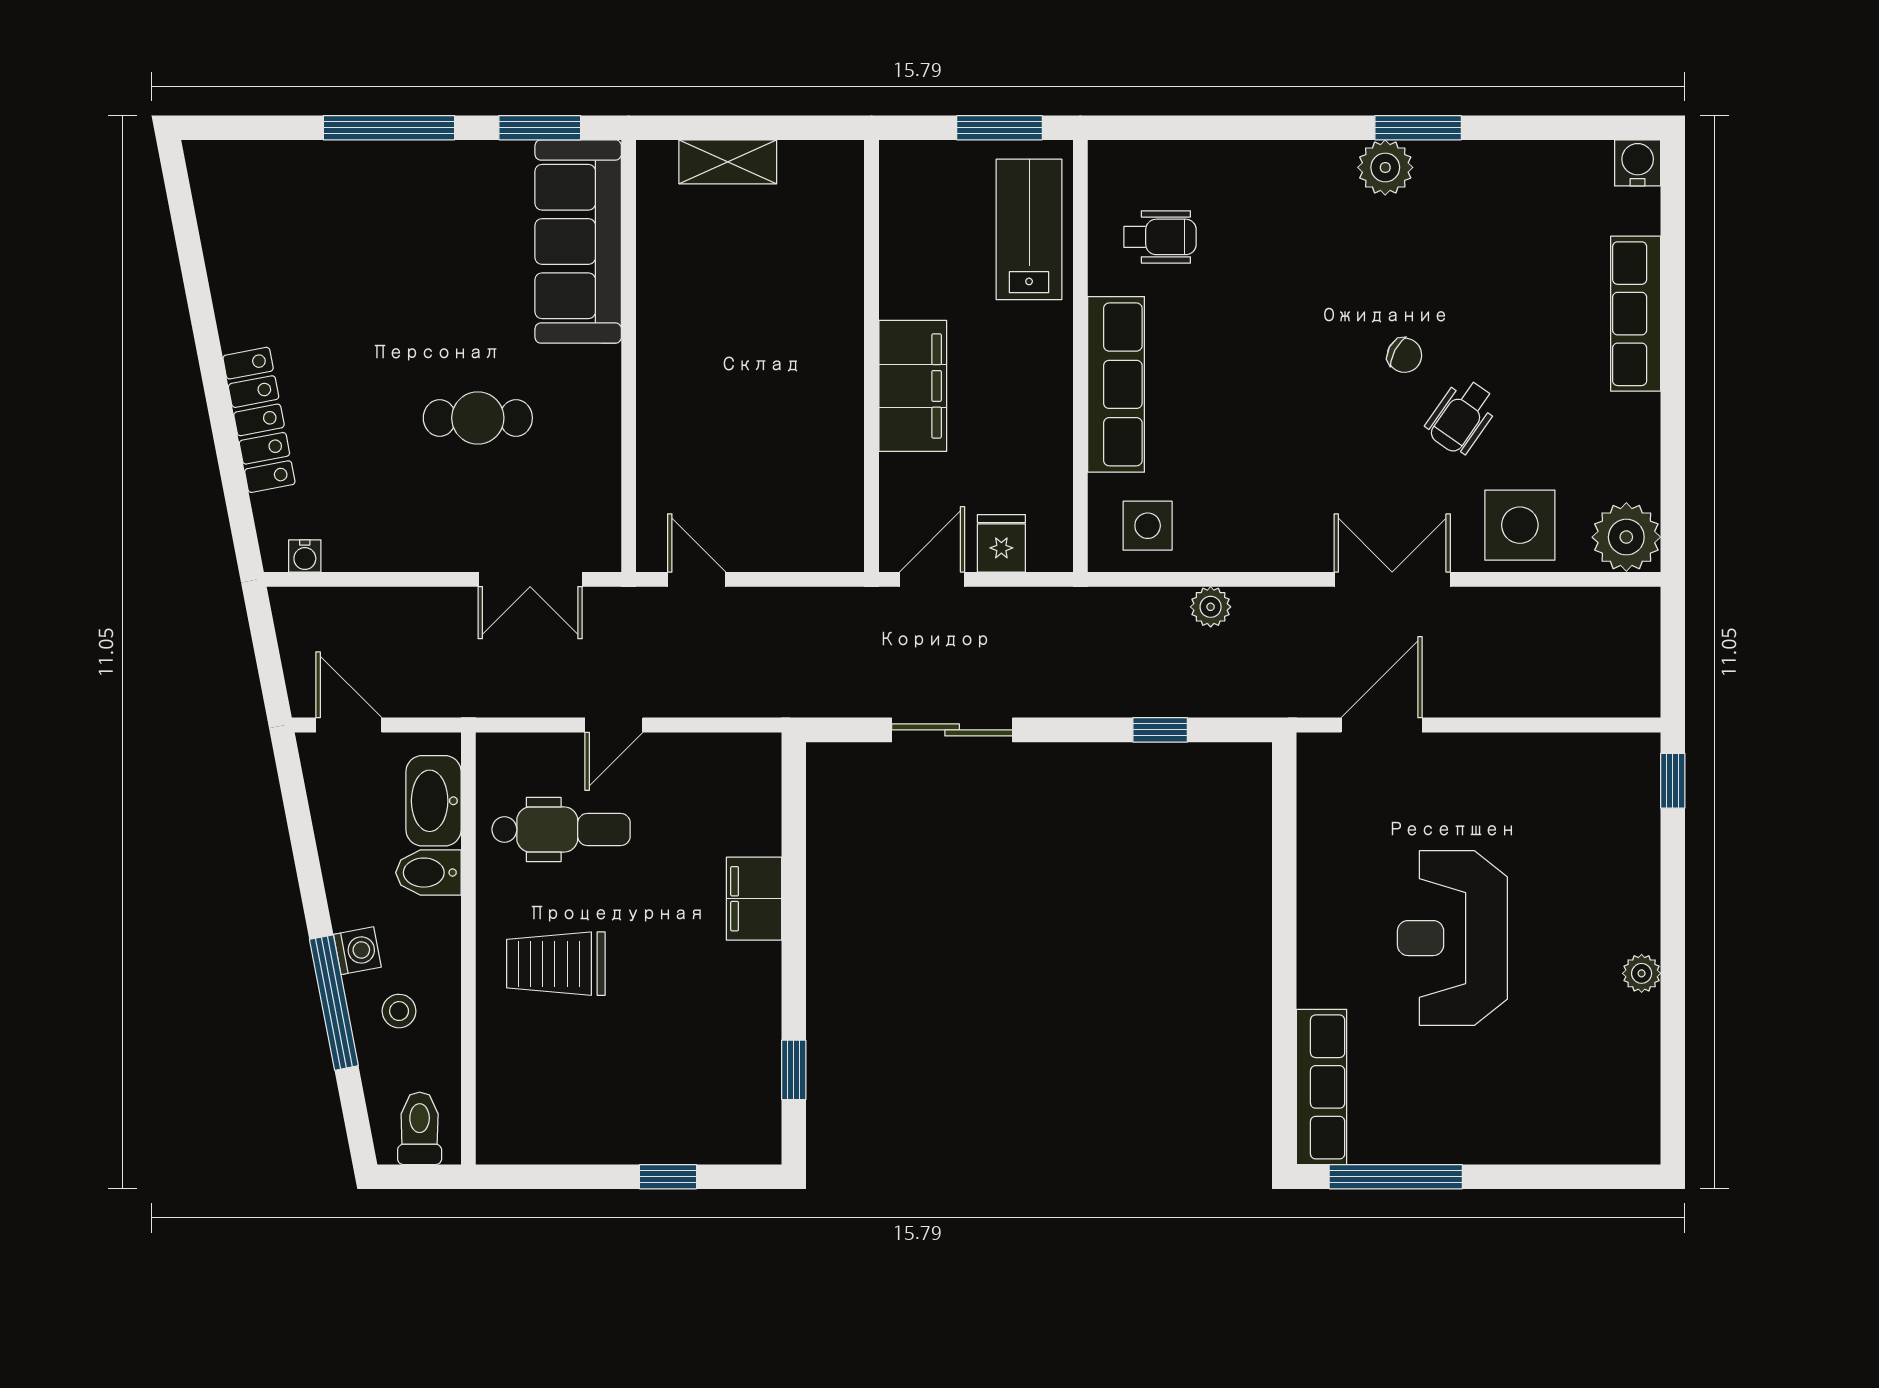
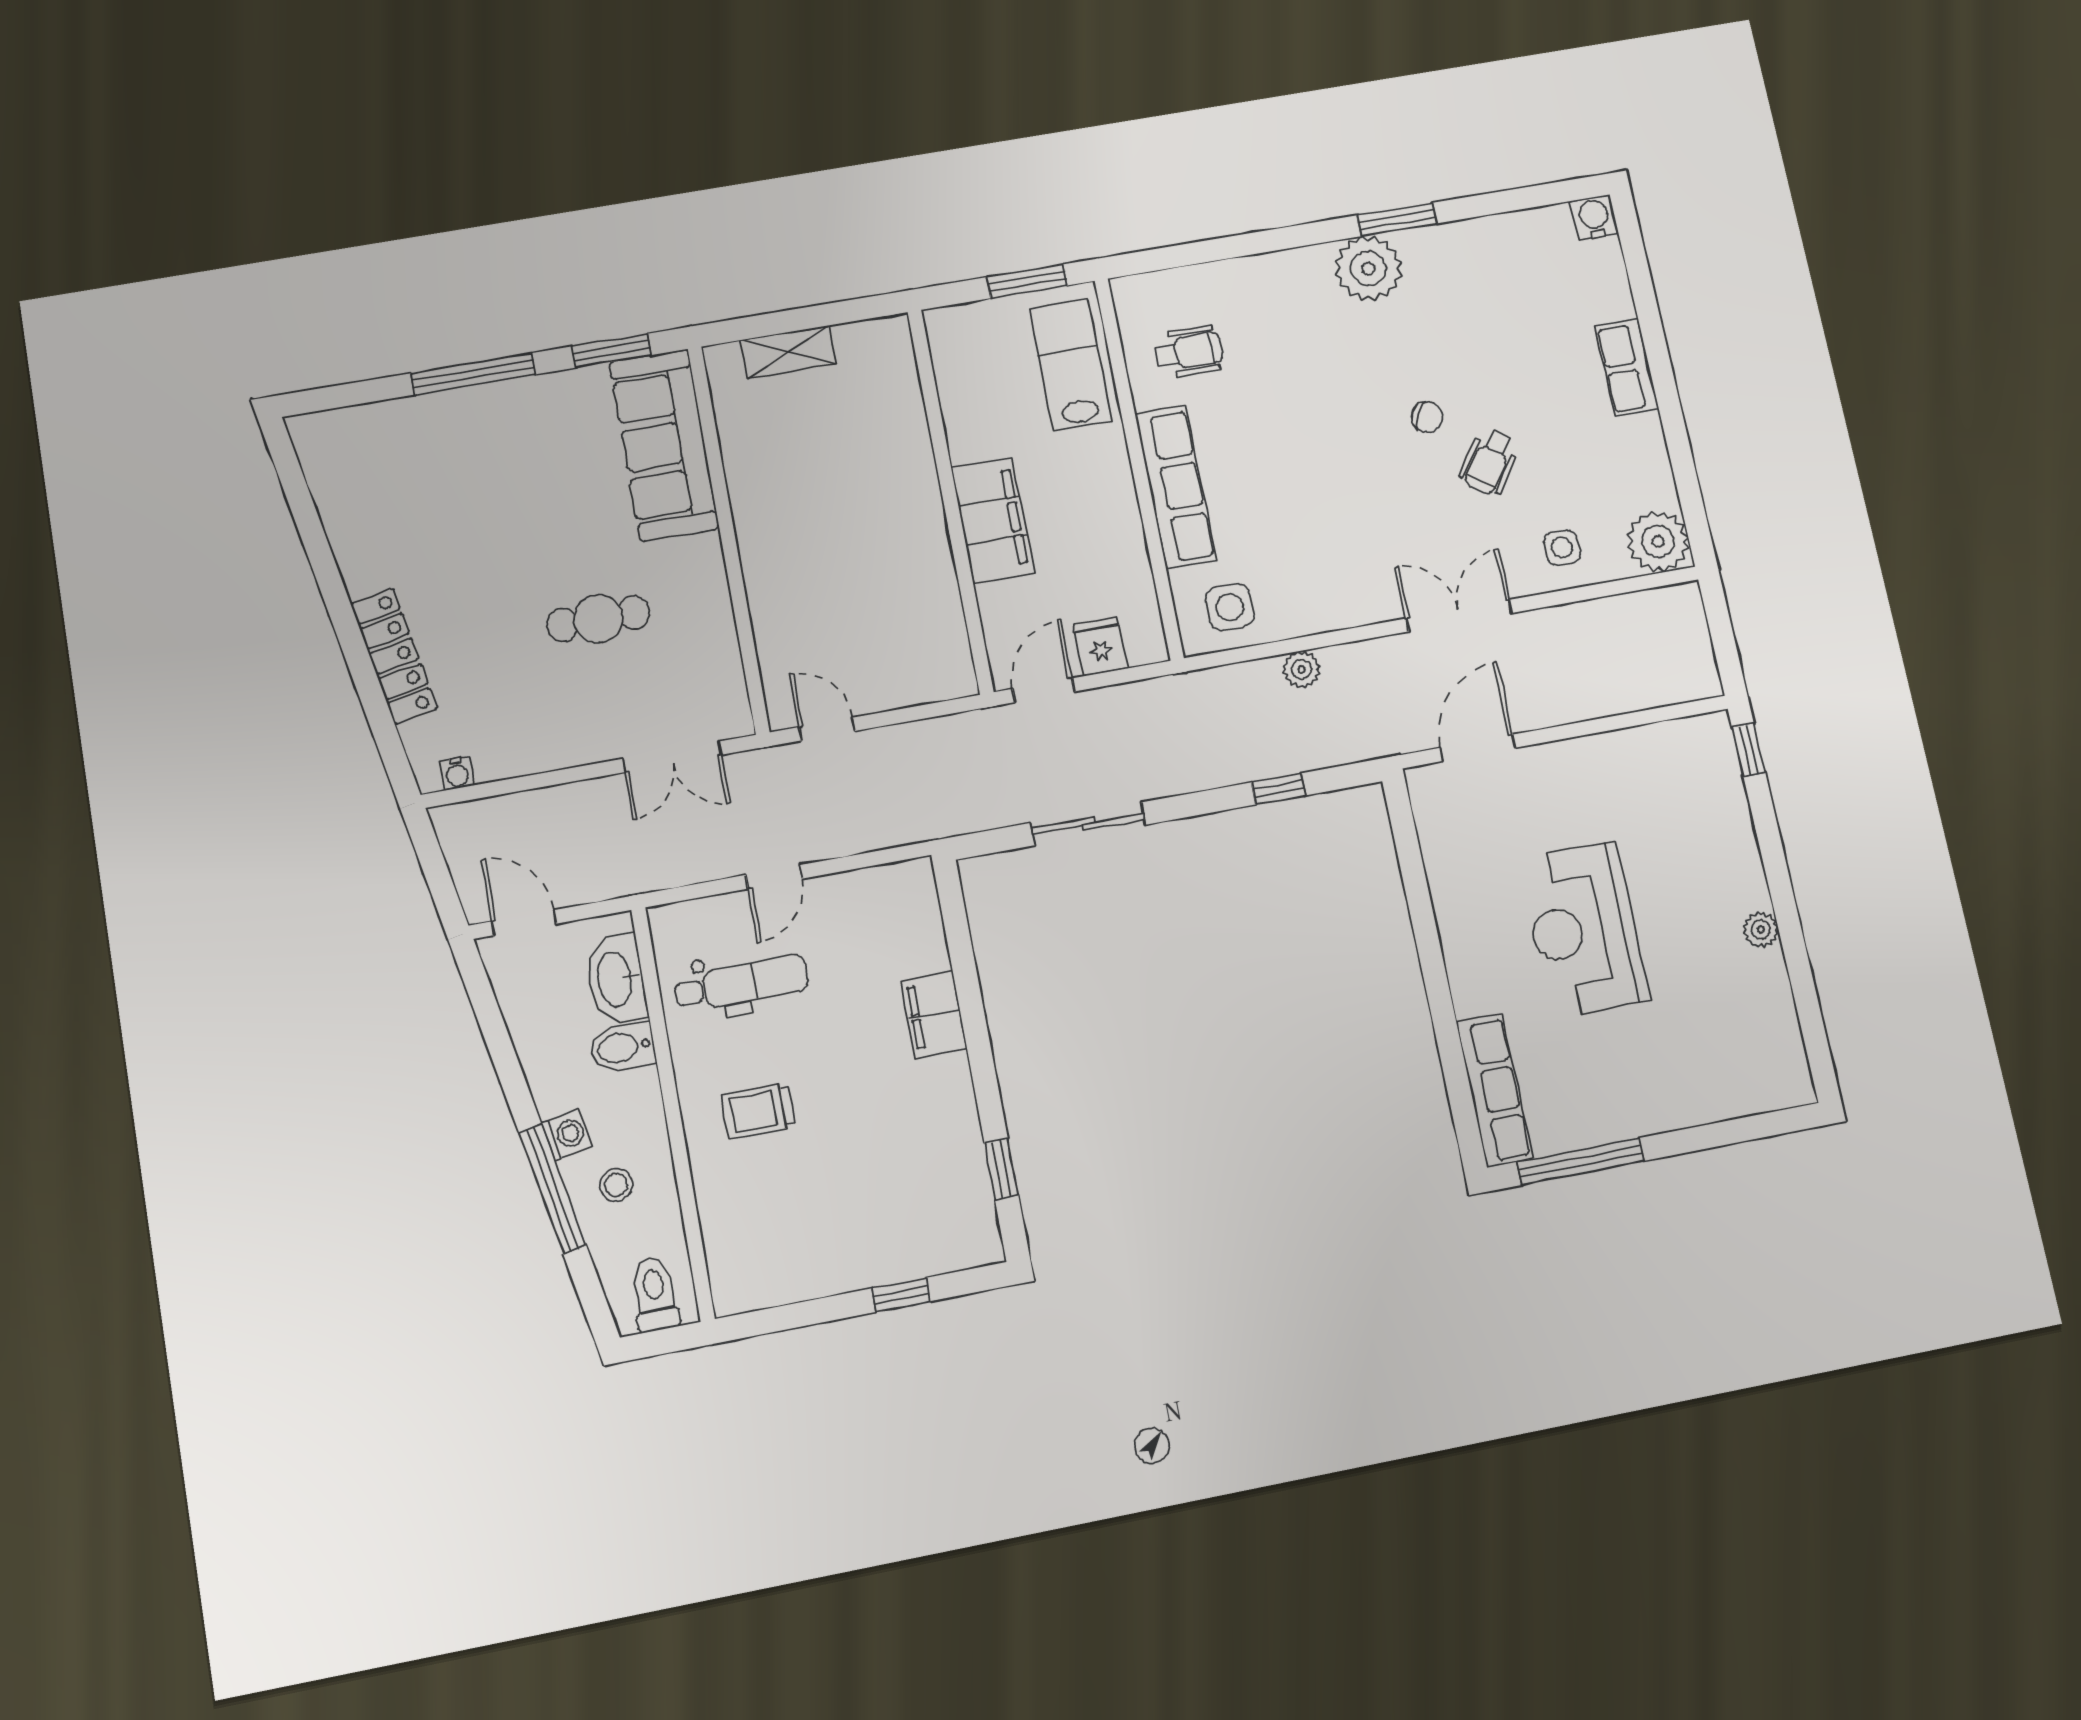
plant: (1385, 167) -> (1368, 268), width x1.36, depth x1.36
row of seats: (1636, 314) -> (1627, 368), width x0.68
side table: (1520, 525) -> (1562, 548), width x0.54, depth x0.54
trolley: (556, 964) -> (758, 1111), width x0.73, depth x0.72

